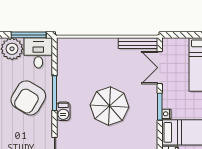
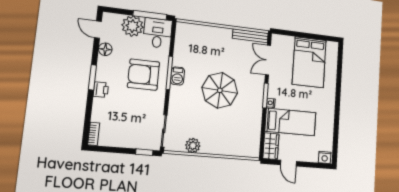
armchair: (28, 98) -> (144, 75), turned 59
barbecue: (63, 111) -> (178, 76), moved

